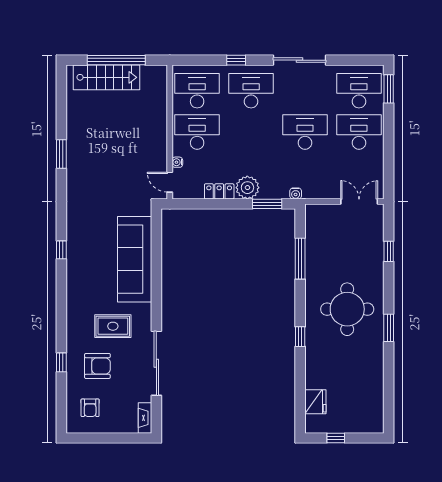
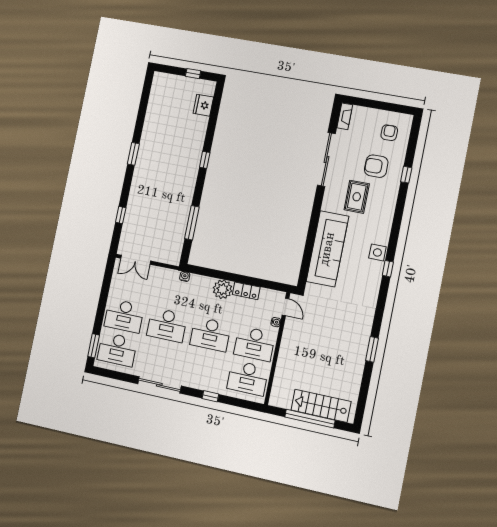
desk: (251, 91) -> (210, 334), moved
window: (267, 204) -> (209, 273), removed
side table: (77, 266) -> (377, 252), added
round table: (347, 309) -> (163, 175), removed
rug: (113, 326) -> (357, 197), turned 90

